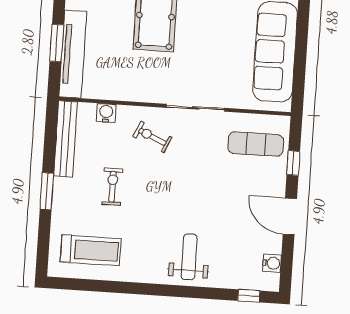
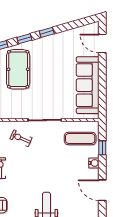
door: (290, 216) -> (102, 190), moved
water cooler: (272, 263) -> (94, 163), moved

